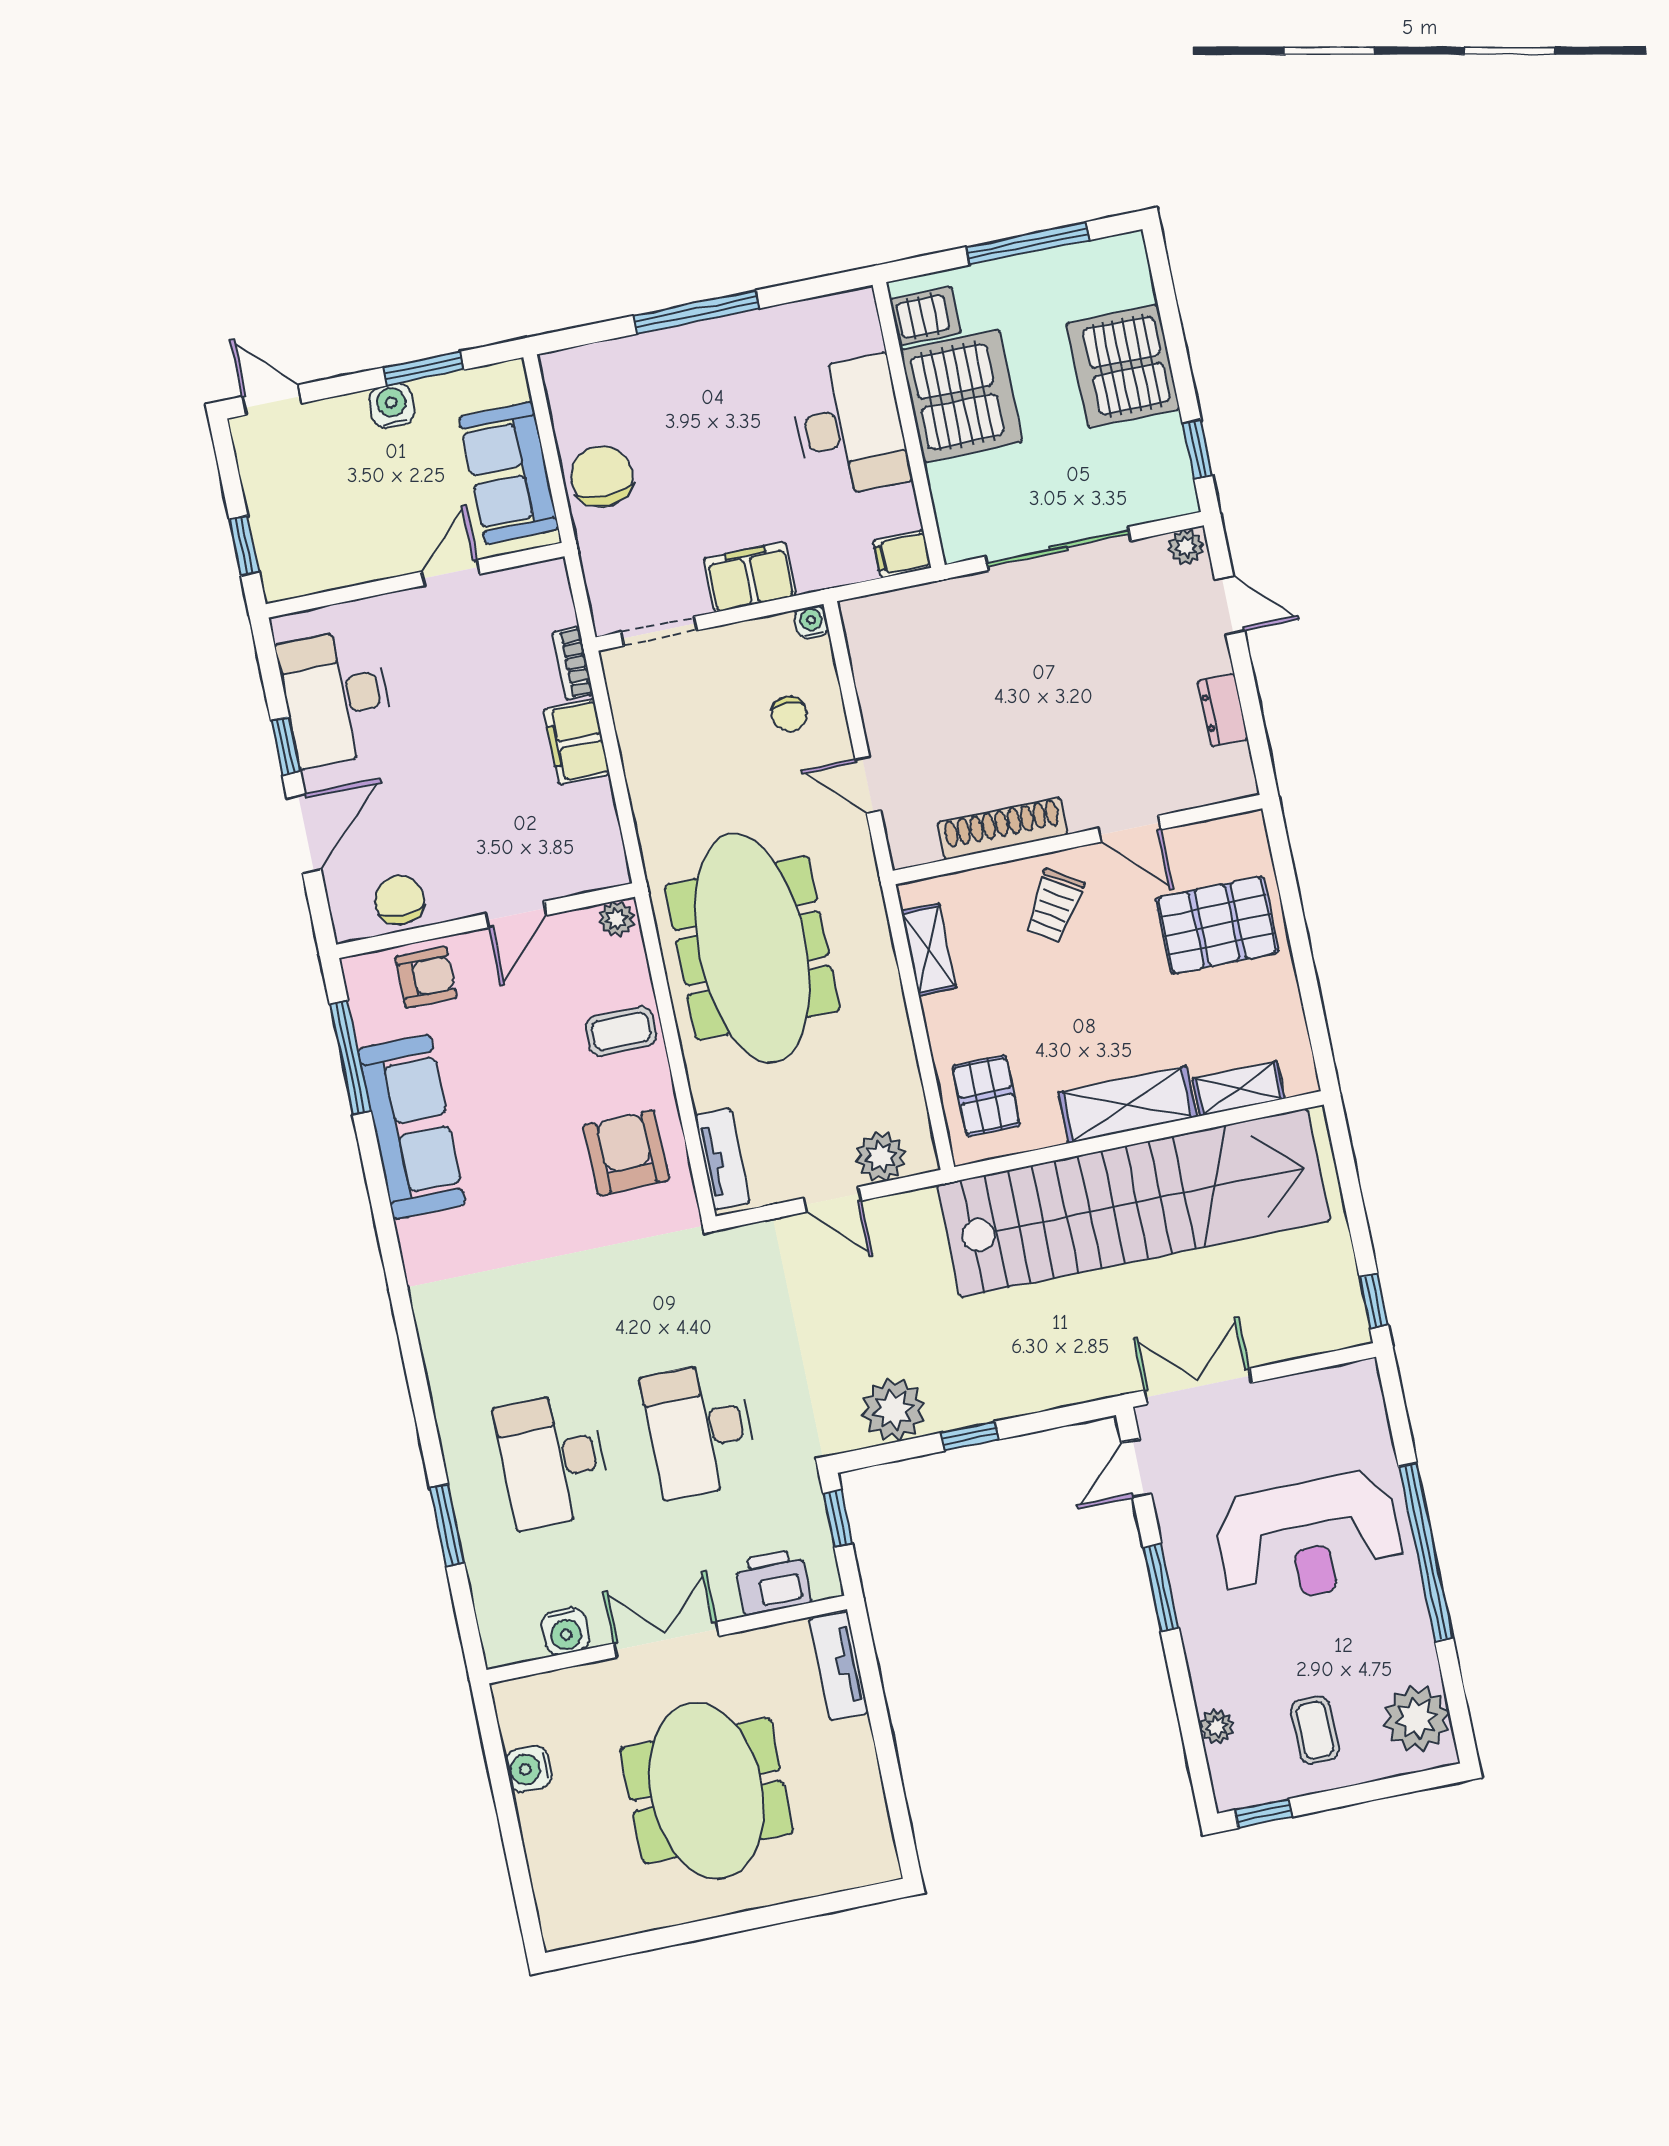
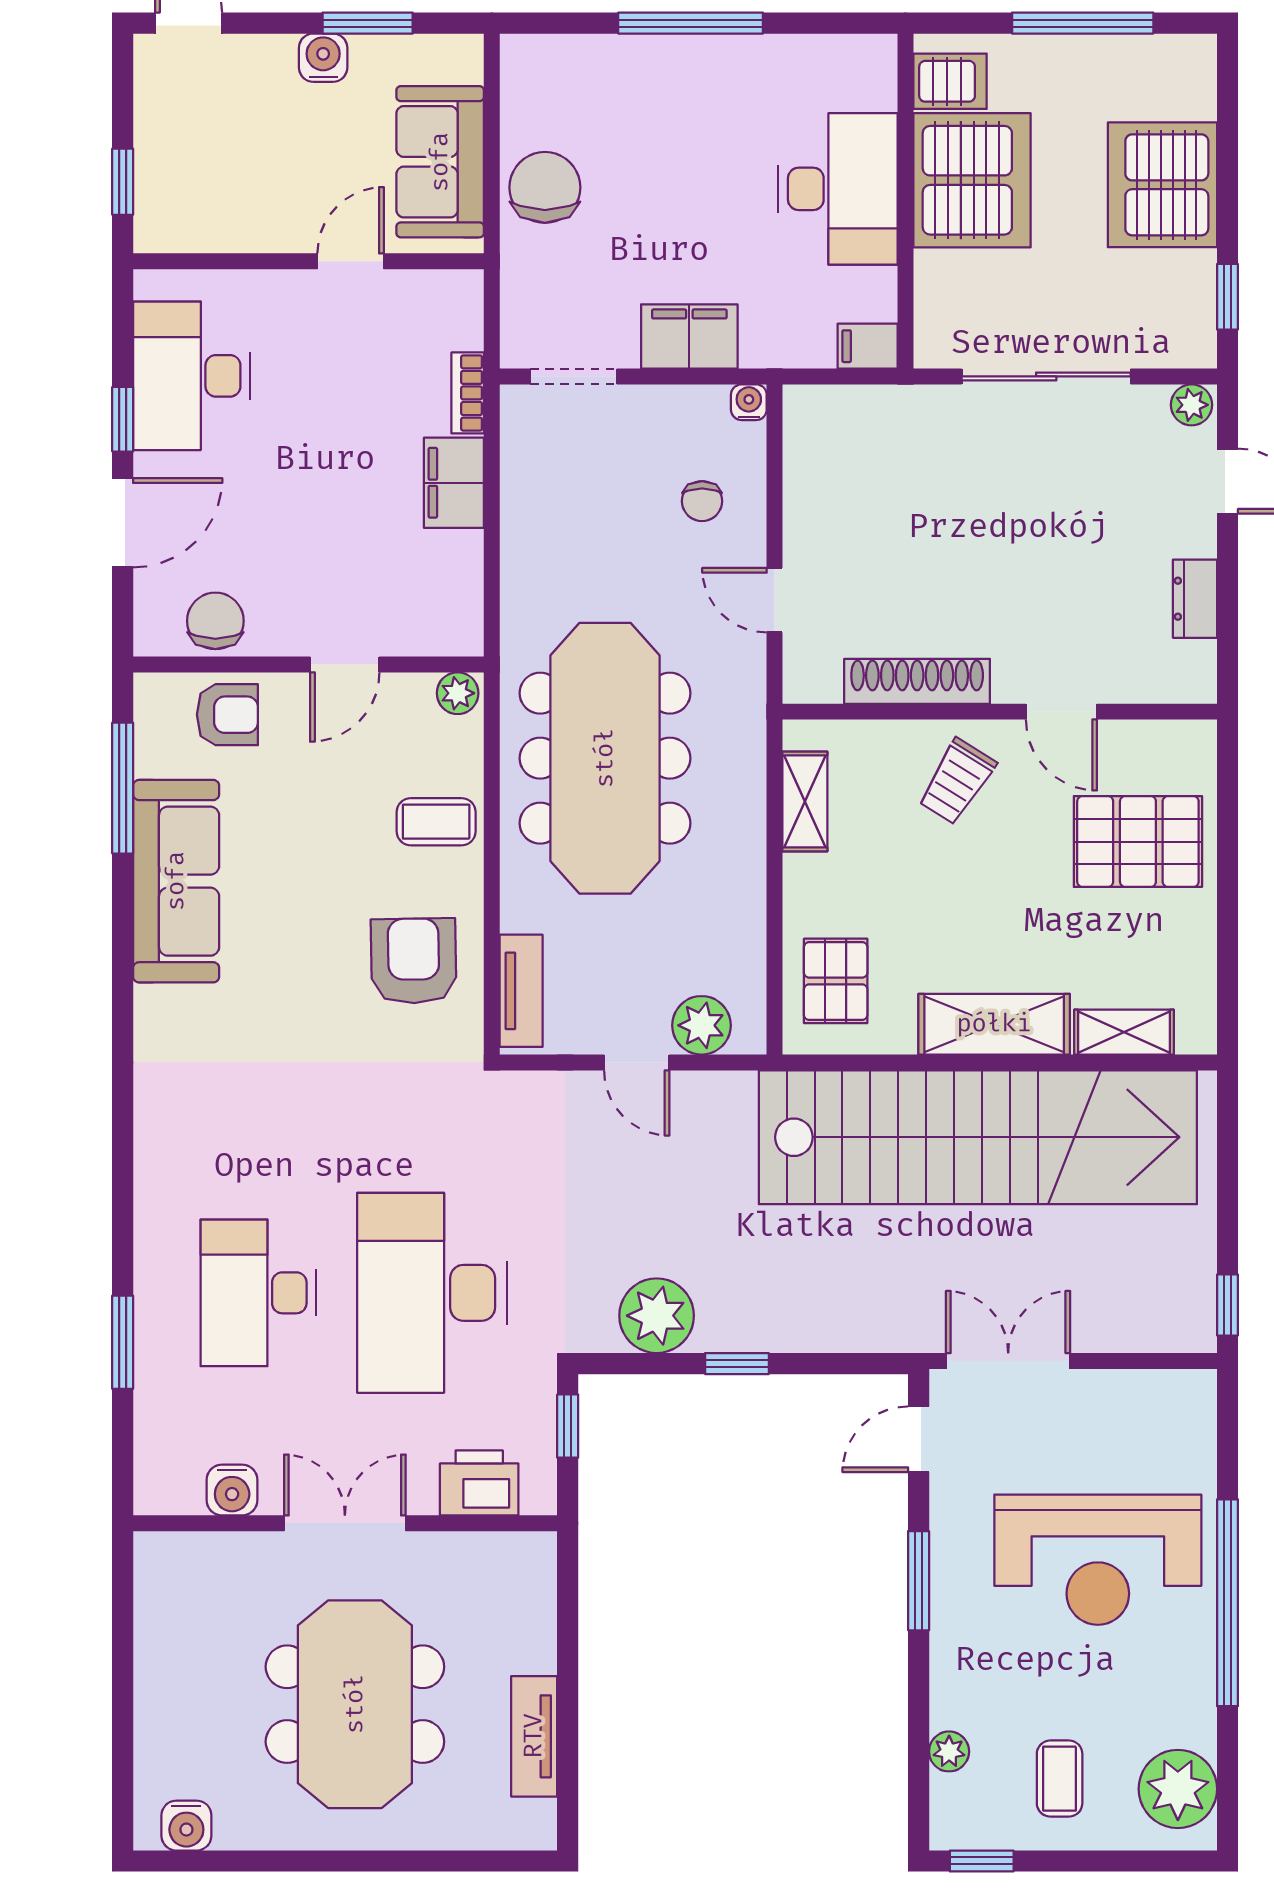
desk: (700, 1430) -> (432, 1293), width x1.36, depth x1.30
tv unit: (839, 1666) -> (534, 1736), moved
water cooler: (529, 1769) -> (186, 1826), moved, turned -90

